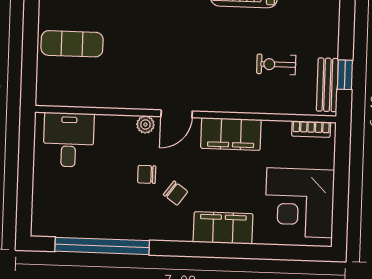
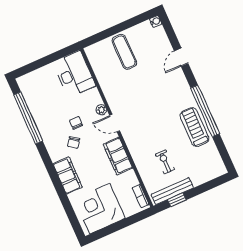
bench: (327, 85) -> (172, 191), width x1.36
desk: (69, 140) -> (74, 74), width x1.37

